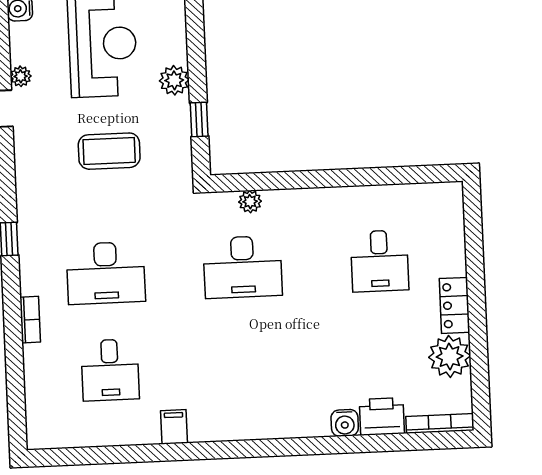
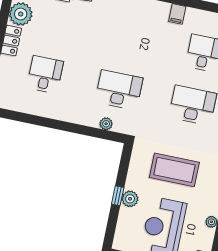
window: (199, 119) -> (118, 196), moved
coffee table: (109, 151) -> (174, 170), width x1.36, depth x1.32

